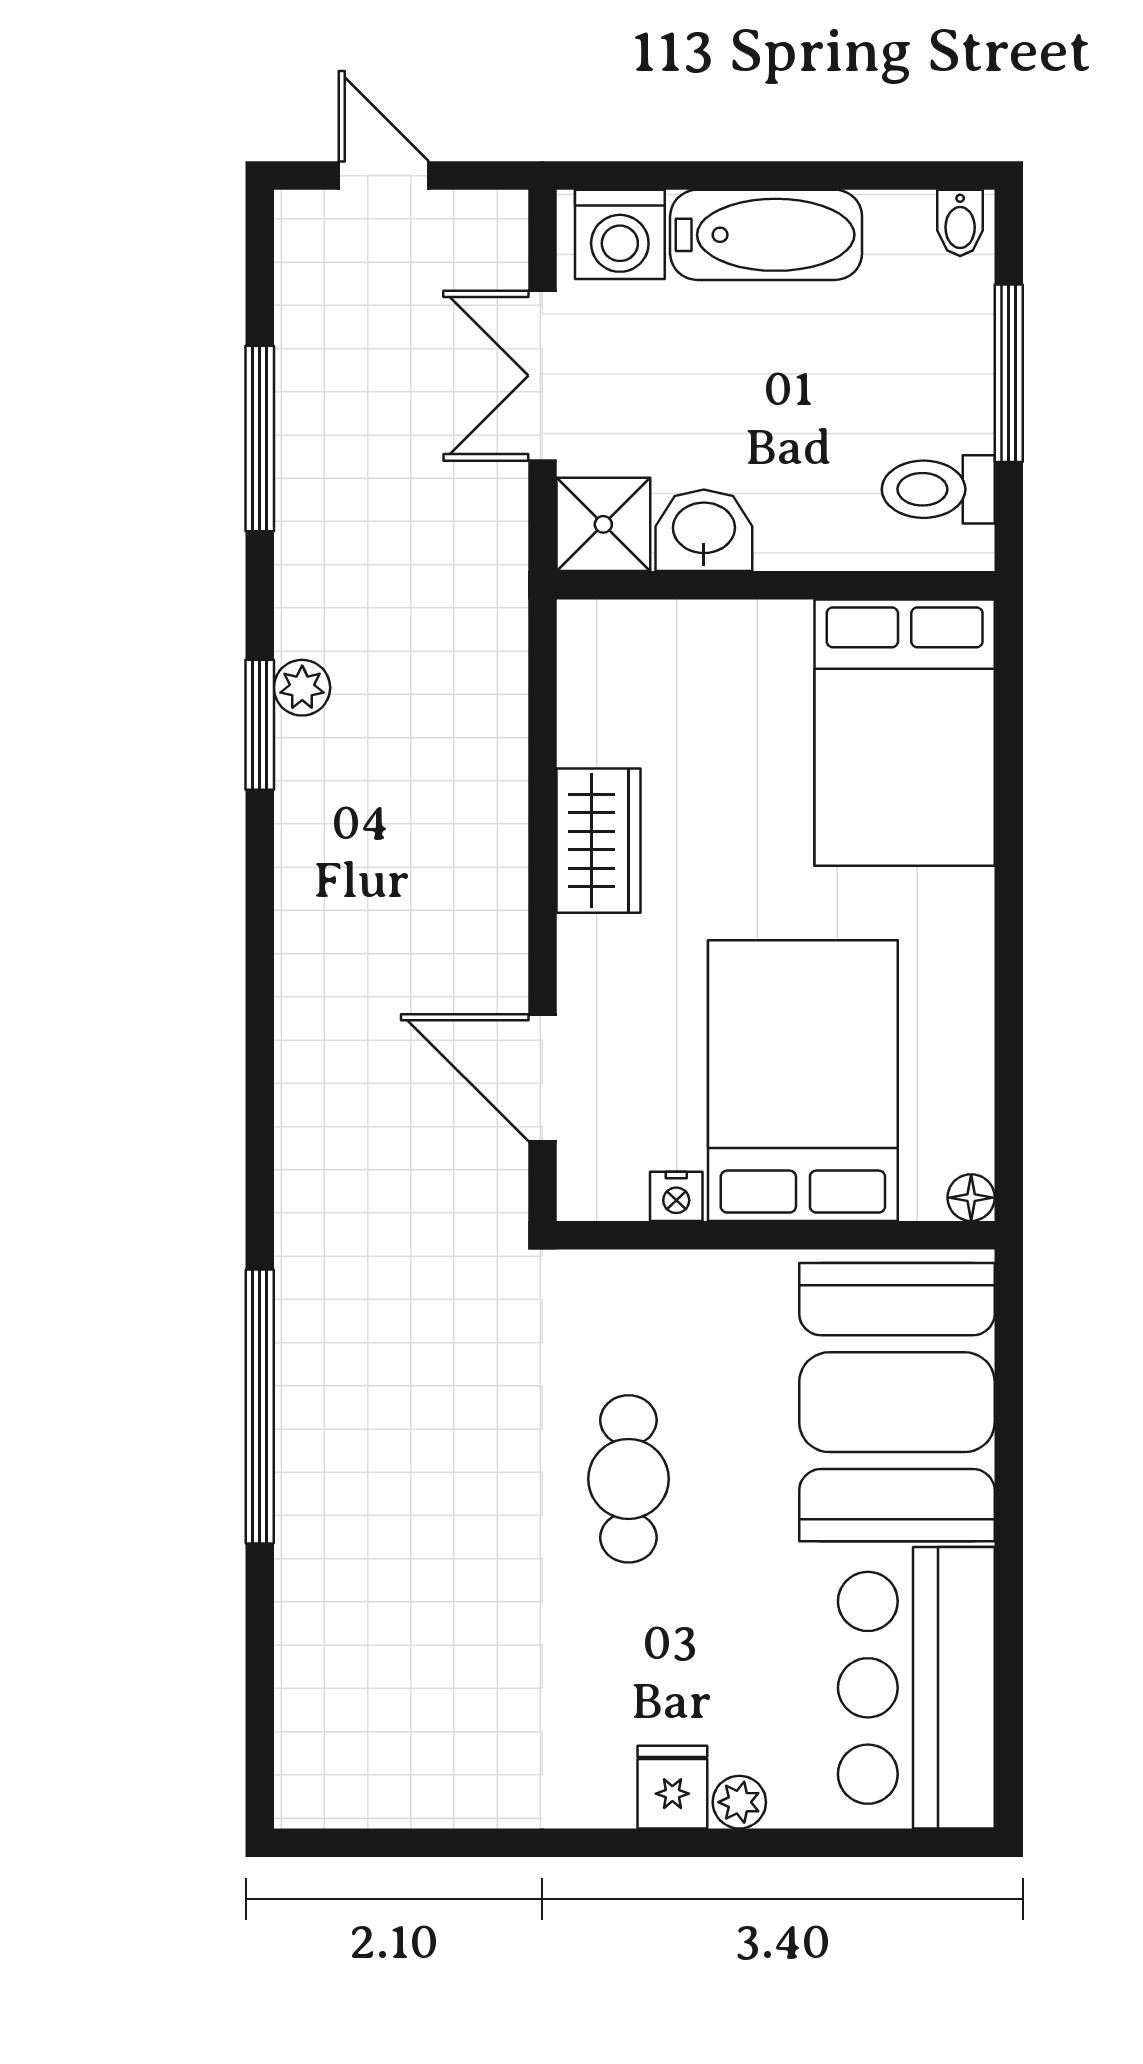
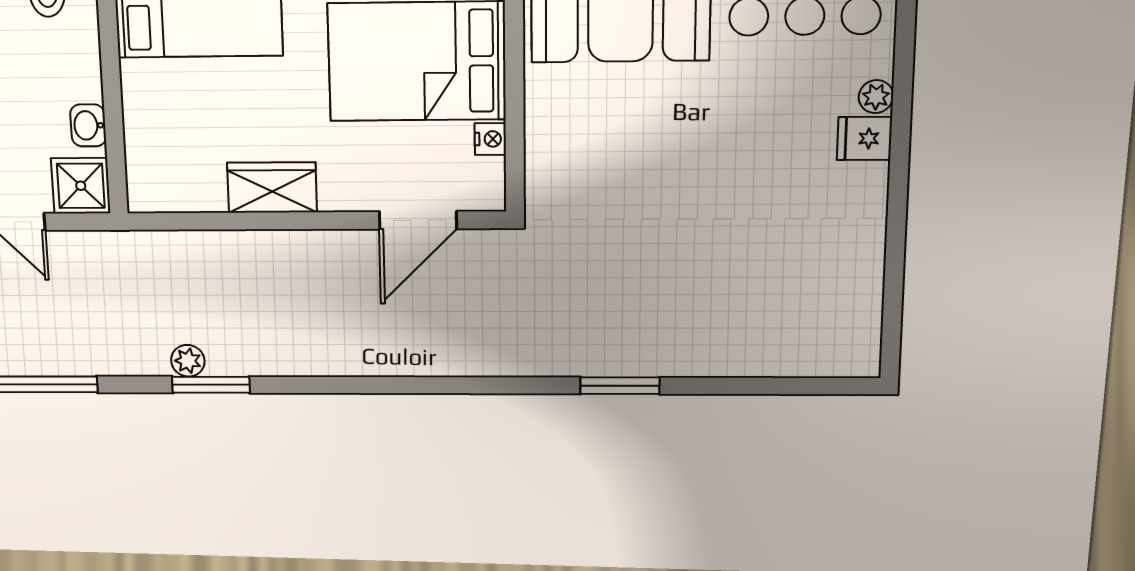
washbasin: (704, 530) -> (88, 125), width x0.72, depth x0.69
window: (260, 1406) -> (620, 386), width x0.47
cafe table: (628, 1479) -> (668, 167), removed

